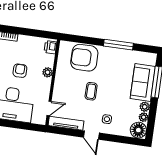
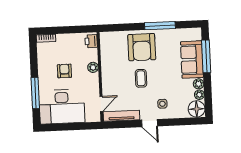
armchair: (84, 58) -> (142, 47), moved, turned -90

